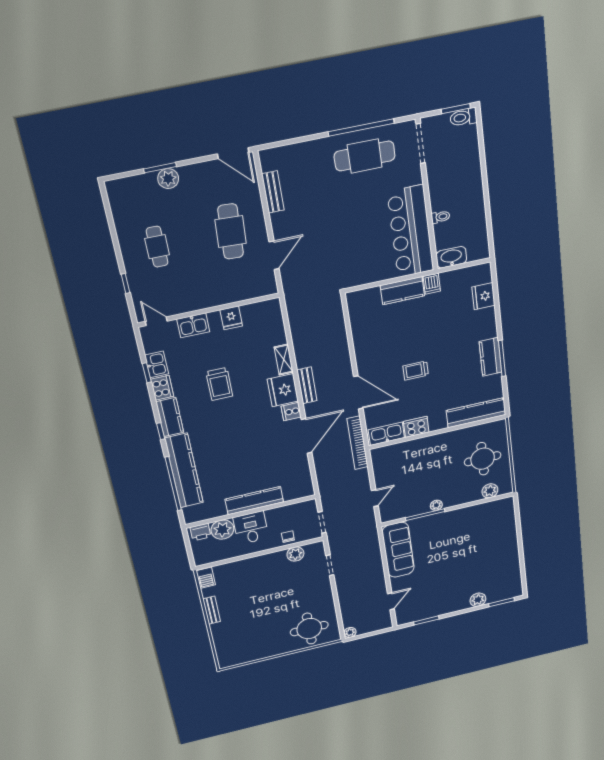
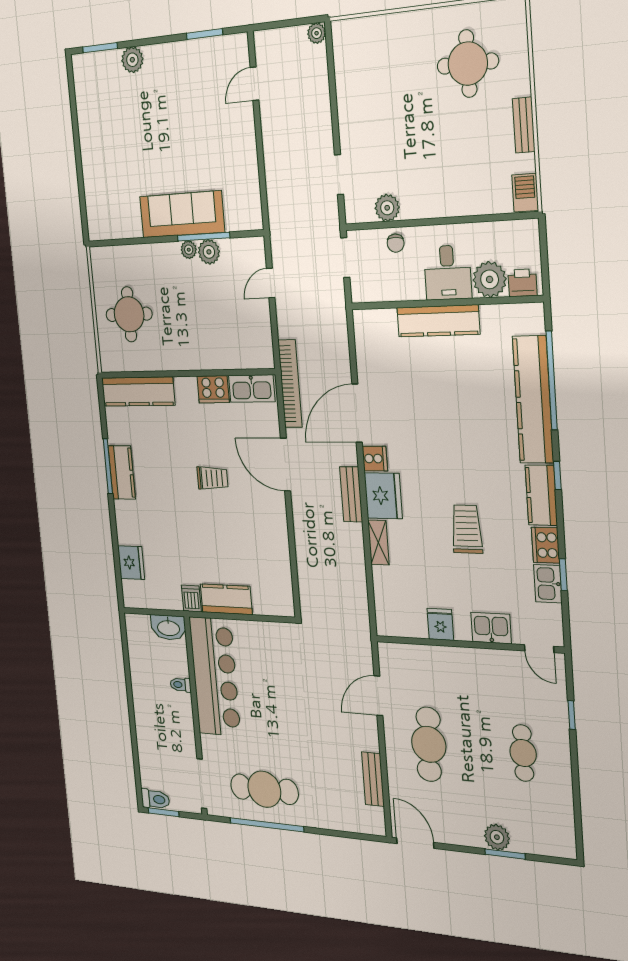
plant: (490, 491) -> (209, 252), moved
sofa: (398, 550) -> (182, 214), moved, turned 90
round table: (309, 629) -> (468, 64), moved

